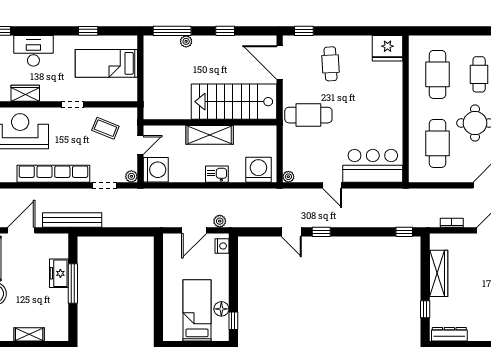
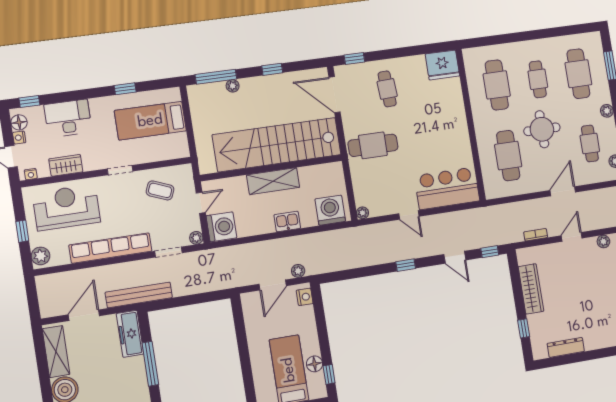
stairs: (234, 102) -> (277, 145), width x1.36
door: (291, 232) -> (455, 257), moved
freezer: (59, 273) -> (130, 334), moved, width x1.40
dresser: (449, 334) -> (566, 347), moved

